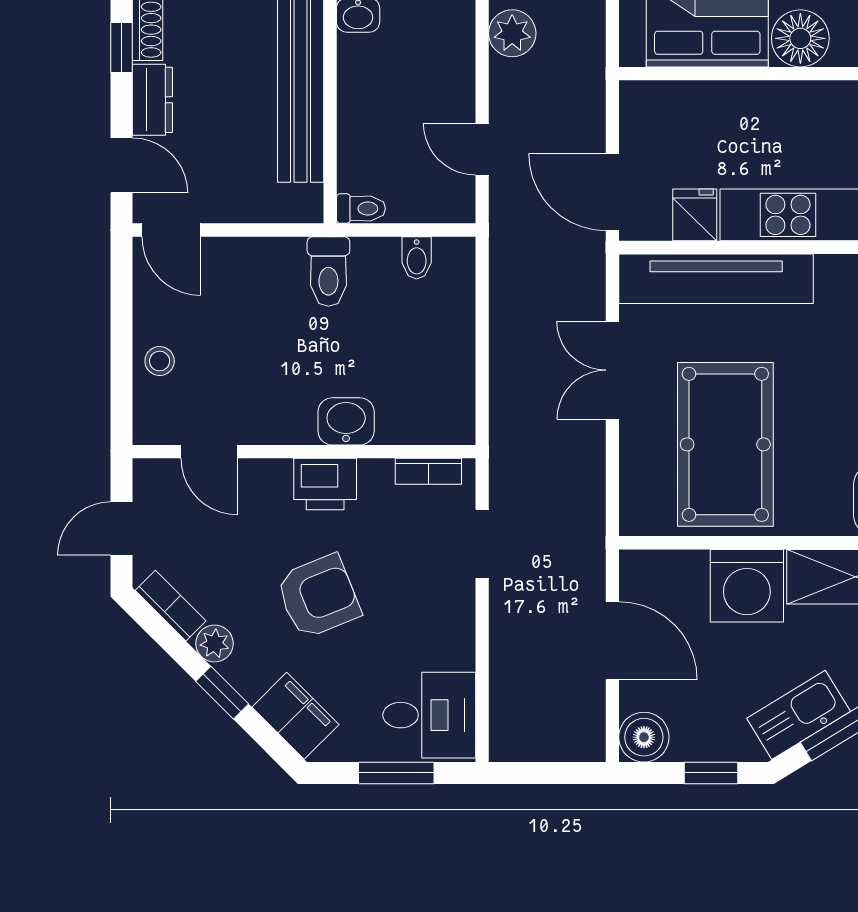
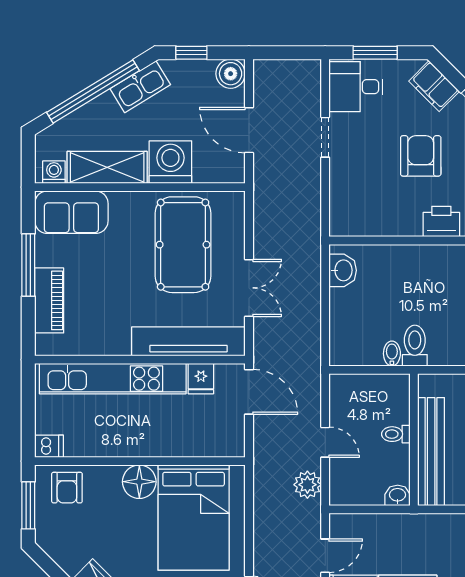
door: (482, 149) -> (325, 442), moved
toilet: (361, 208) -> (396, 434), moved
bidet: (417, 258) -> (392, 354), moved
washbasin: (346, 421) -> (343, 270), moved, turned -90
bookcase: (428, 471) -> (356, 229), removed
printer: (325, 484) -> (441, 222), moved
doorway: (482, 544) -> (325, 137), moved
armchair: (318, 596) -> (421, 156), turned 112

